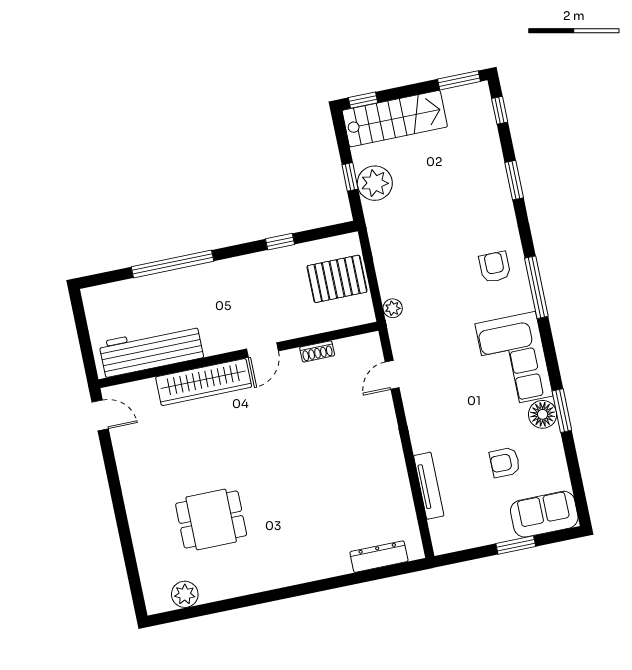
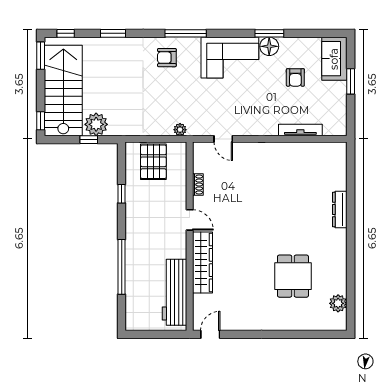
stairs: (395, 119) -> (63, 91), width x1.36, depth x1.51
dresser: (379, 557) -> (340, 210), moved

